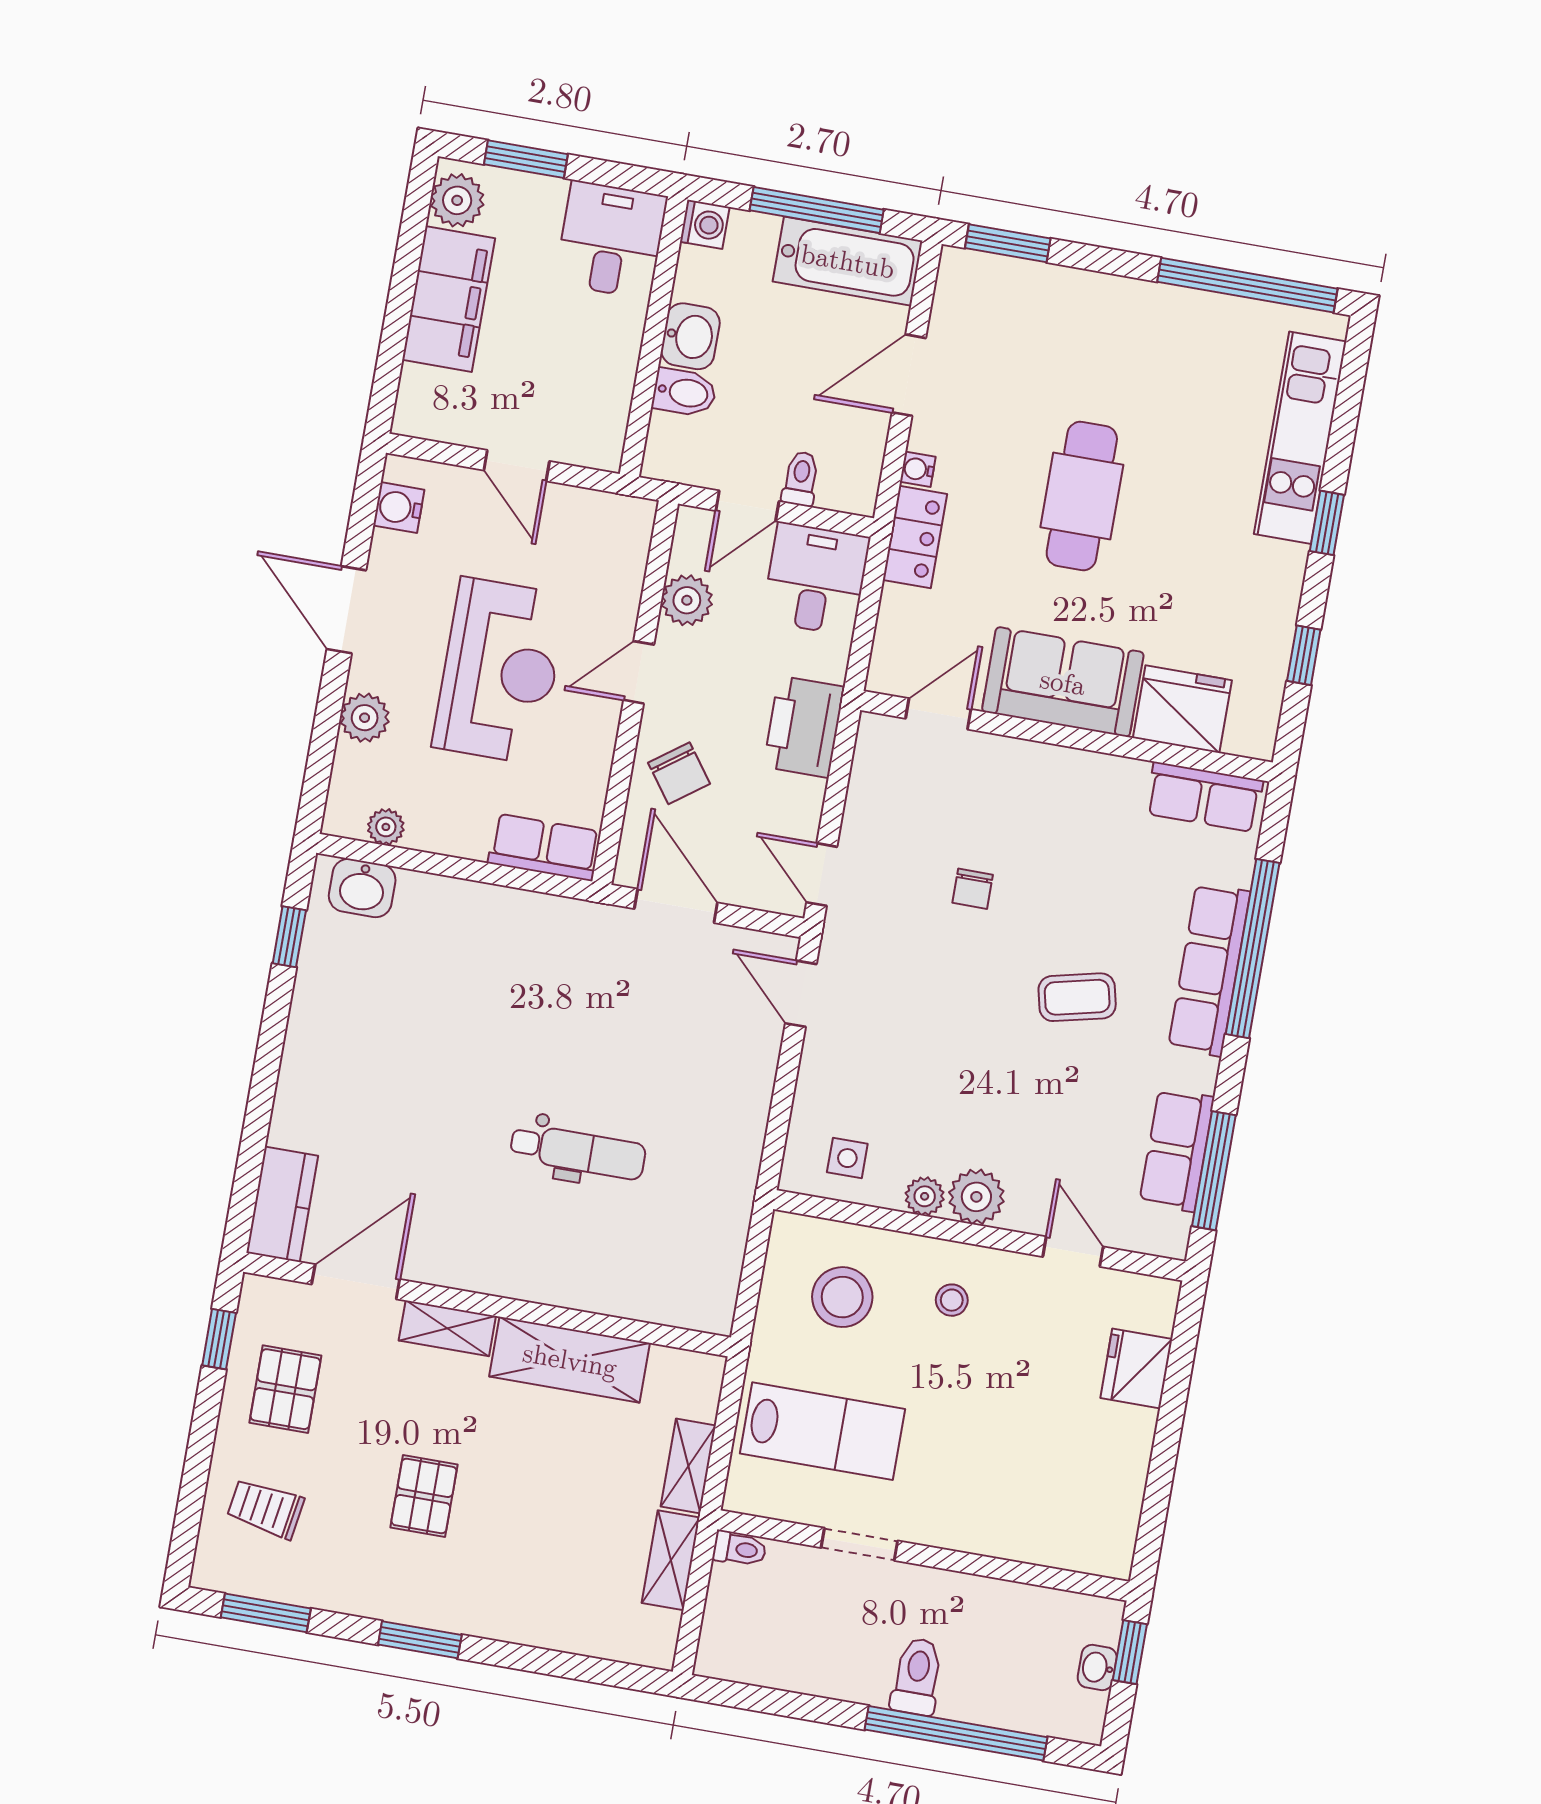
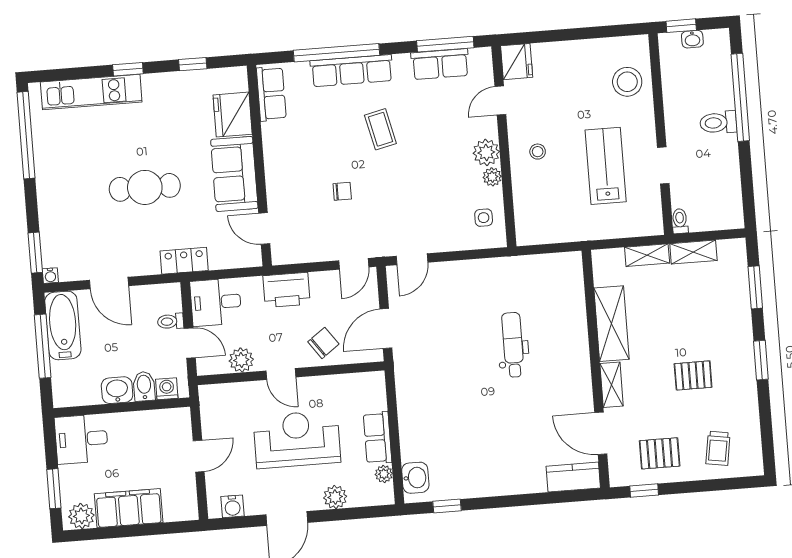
washing machine: (705, 224) -> (167, 389), moved
water cooler: (918, 469) -> (50, 276), moved
row of seats: (544, 847) -> (377, 438), moved
stool: (842, 1297) -> (627, 82), moved
fridge: (1136, 1368) -> (517, 62), moved, turned -90
lab bench: (823, 1431) -> (606, 166), moved
window: (266, 1613) -> (755, 287), moved

